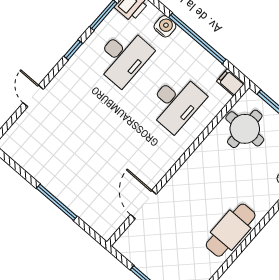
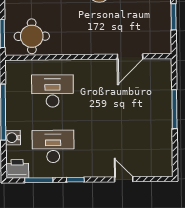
filing cabinet: (231, 82) -> (12, 69), removed
door: (33, 96) -> (124, 179), swing flipped

